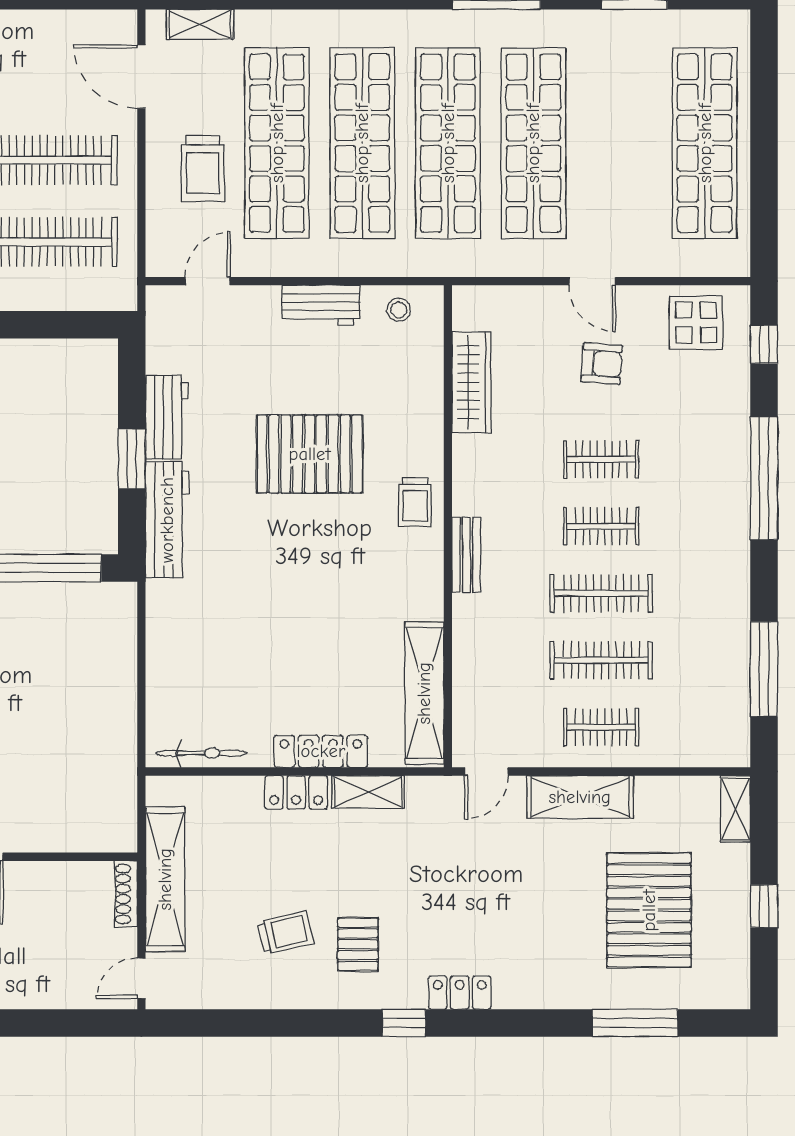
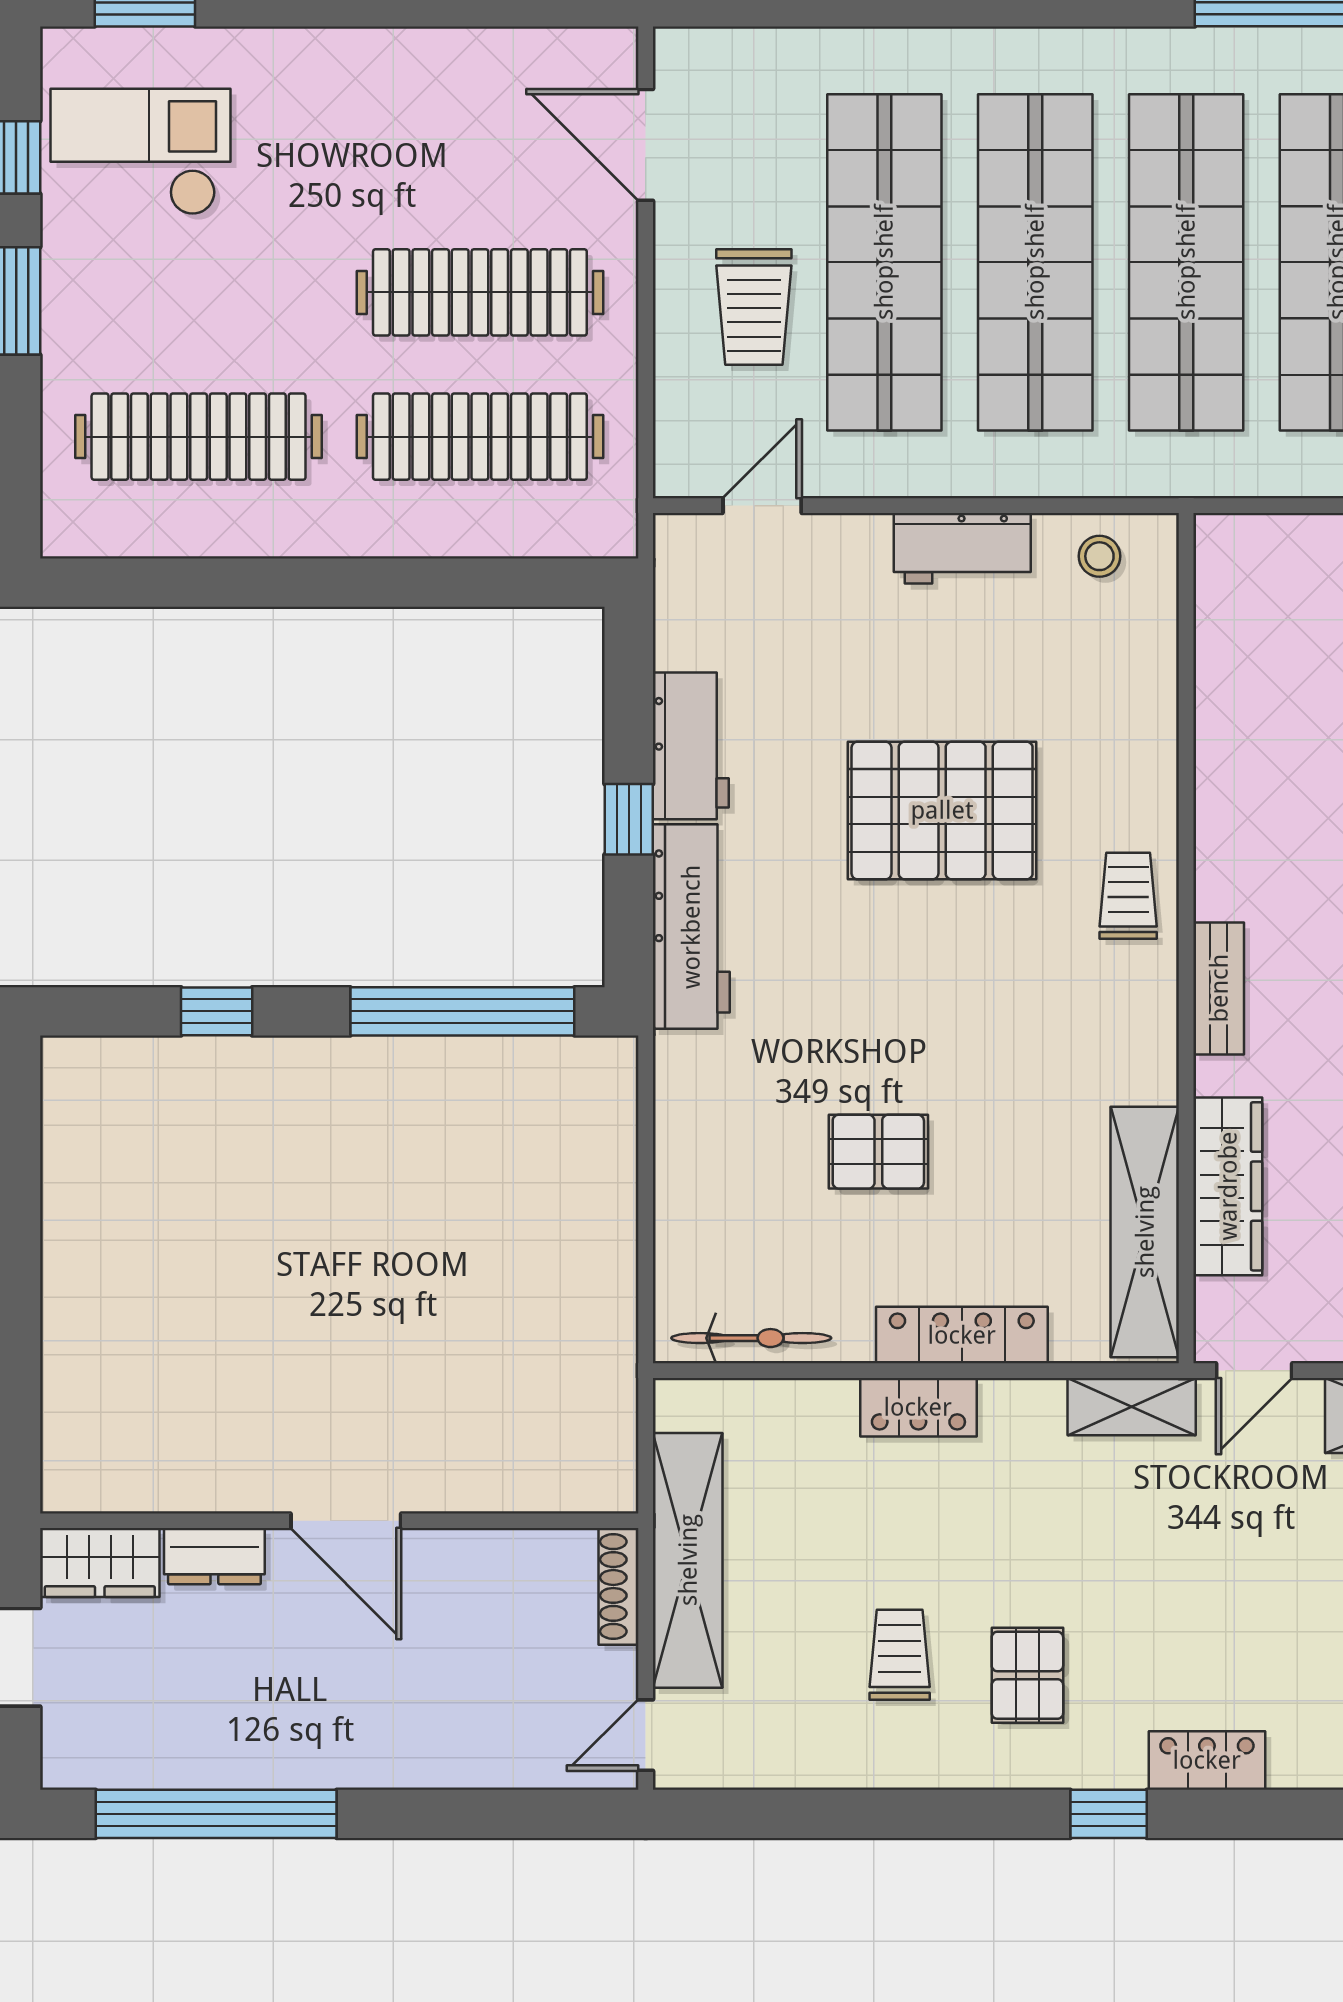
shelving: (200, 24) -> (749, 53), removed
wardrobe: (471, 382) -> (1228, 1186), moved
window: (132, 459) -> (629, 819), width x0.67
trolley: (415, 502) -> (1128, 896), turned 180
pallet: (273, 647) -> (878, 1152), added
shelving: (368, 792) -> (1132, 1407), moved
trolley: (285, 933) -> (900, 1655), turned -77

